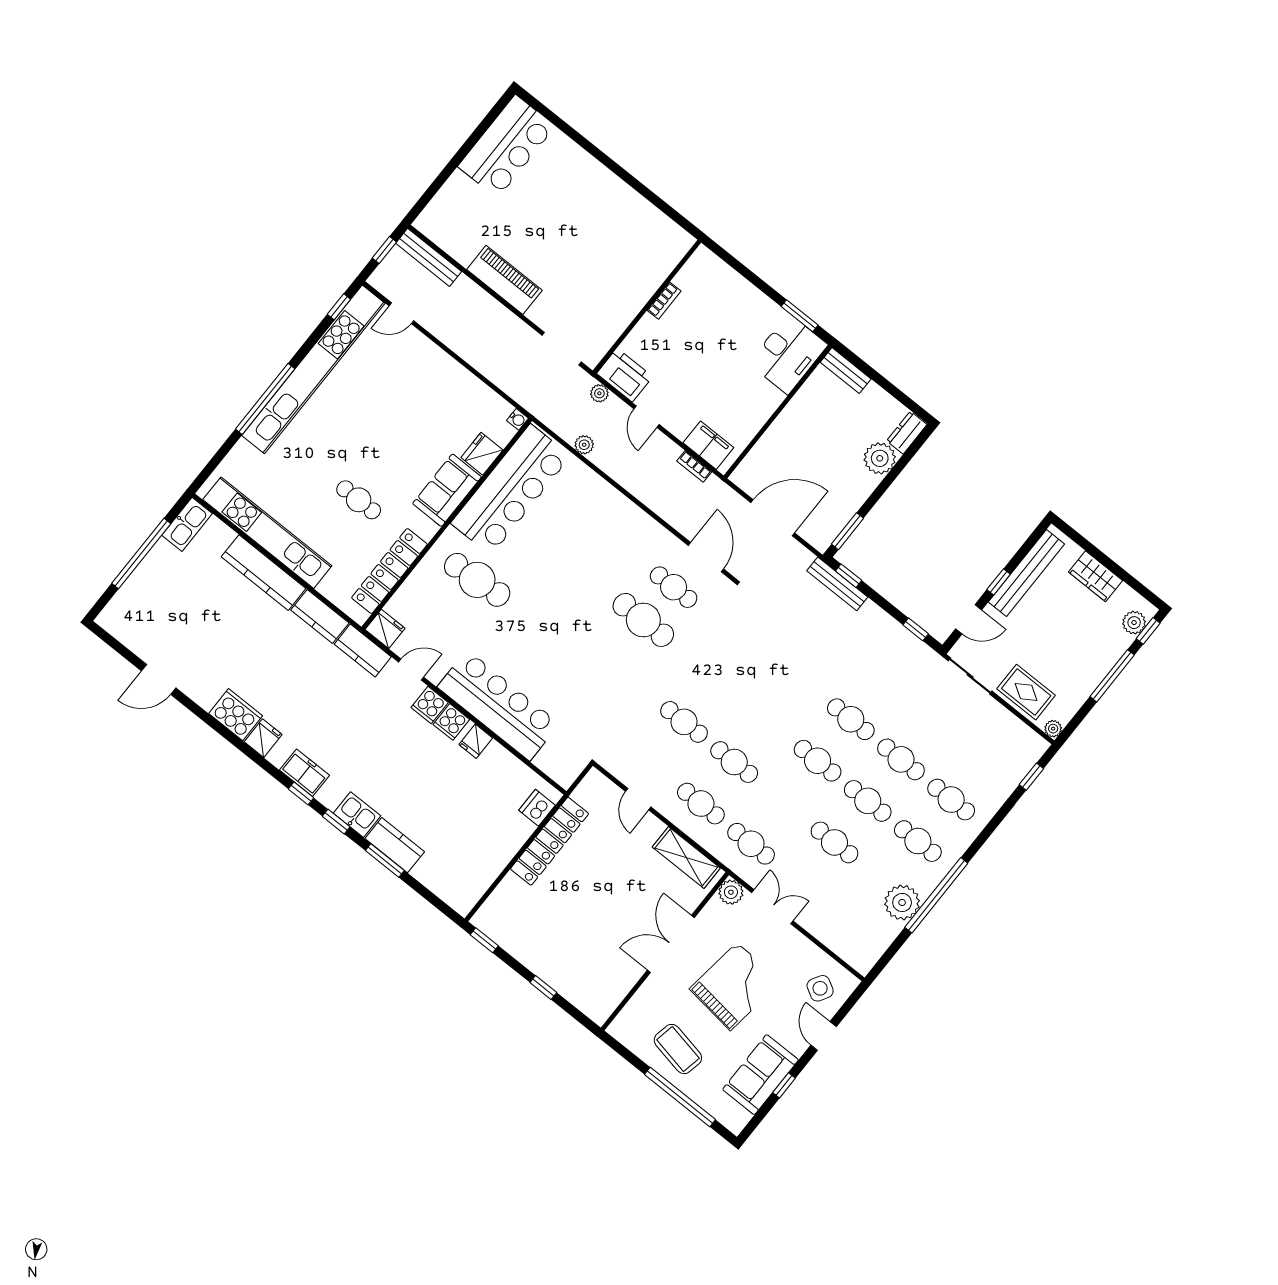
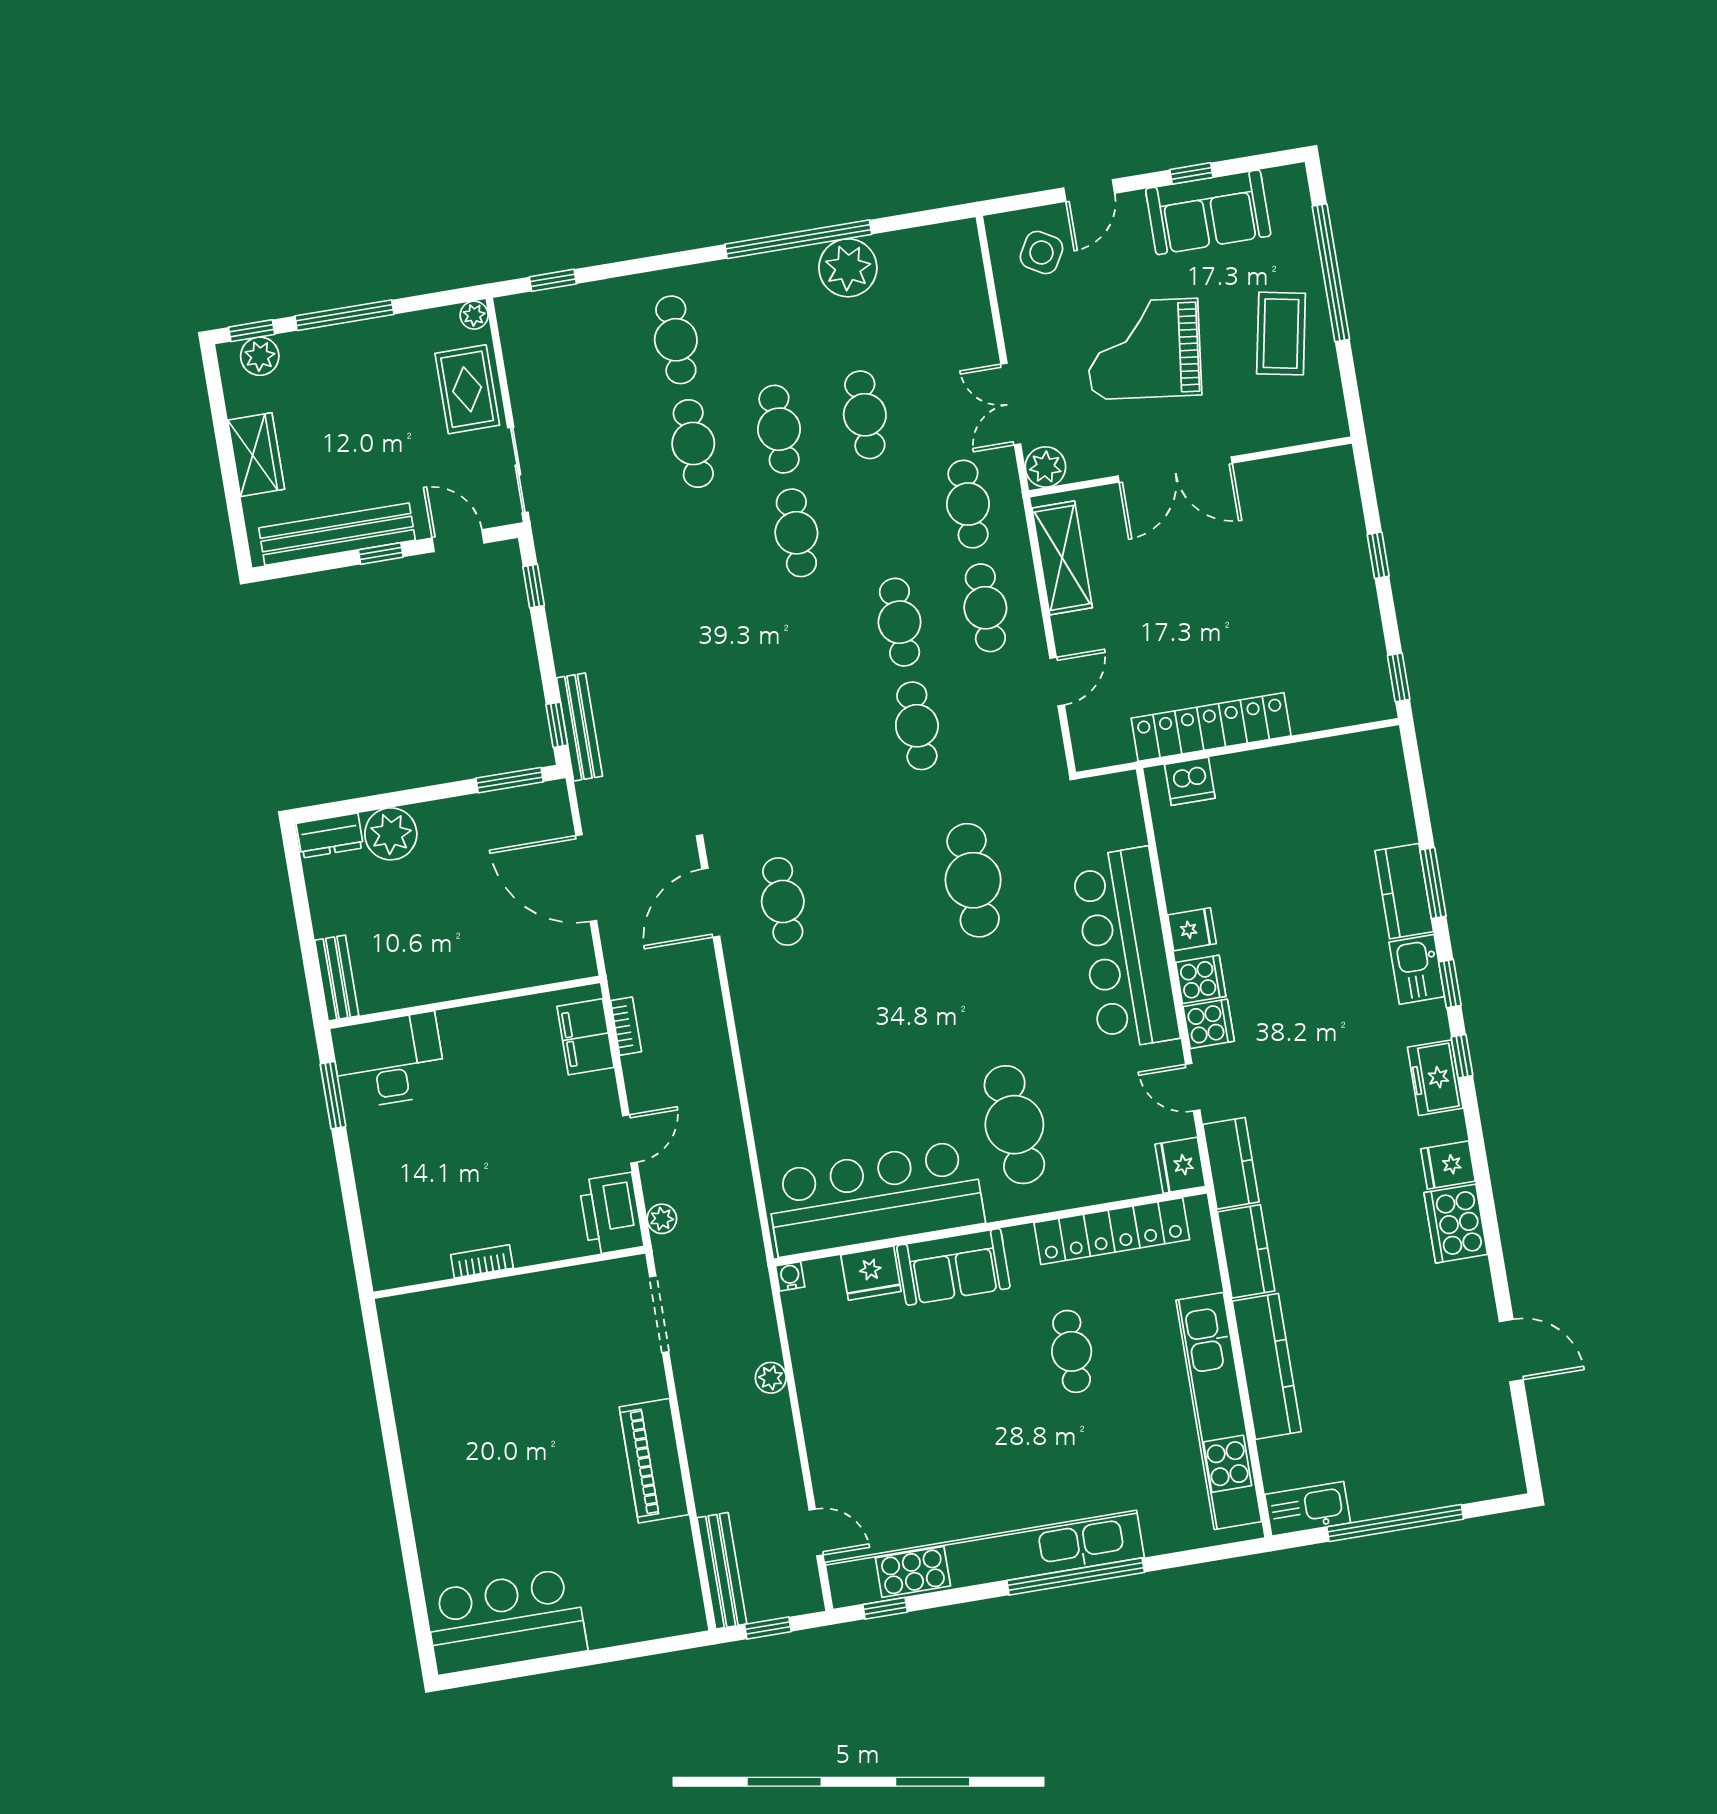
plant: (584, 445) -> (771, 1378), moved
cafe table: (643, 620) -> (973, 880), moved
cafe table: (851, 719) -> (711, 547), removed
cafe table: (918, 841) -> (762, 325), removed

